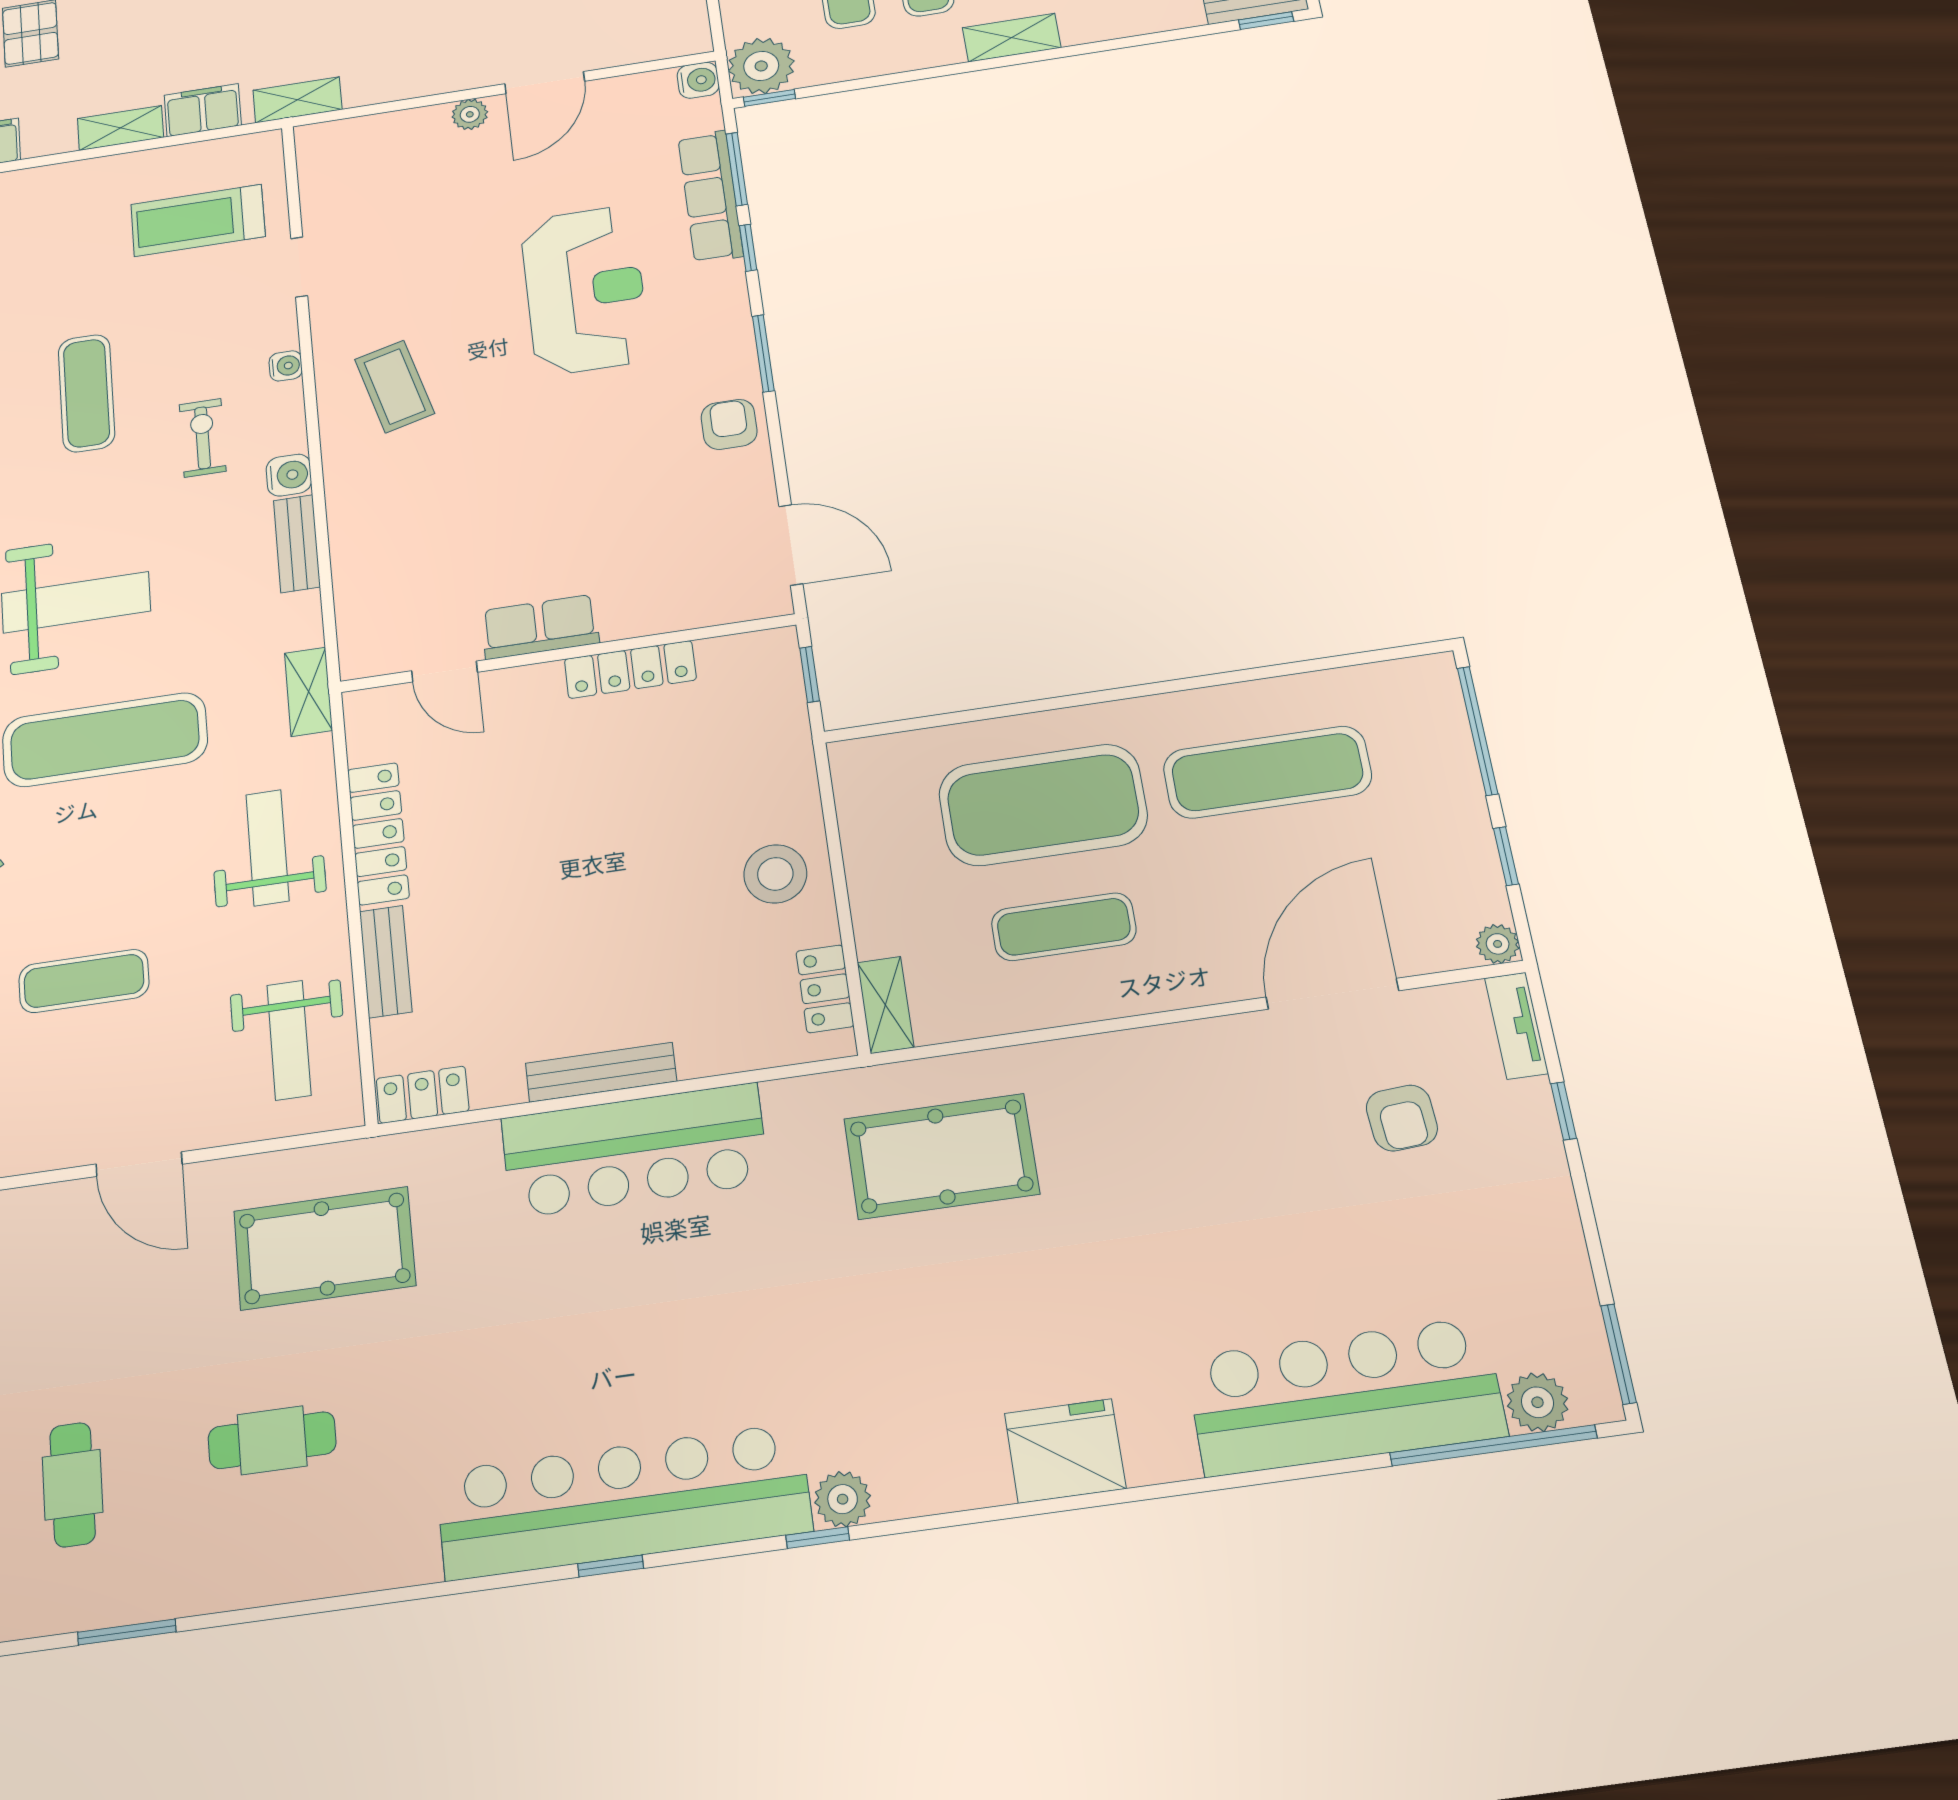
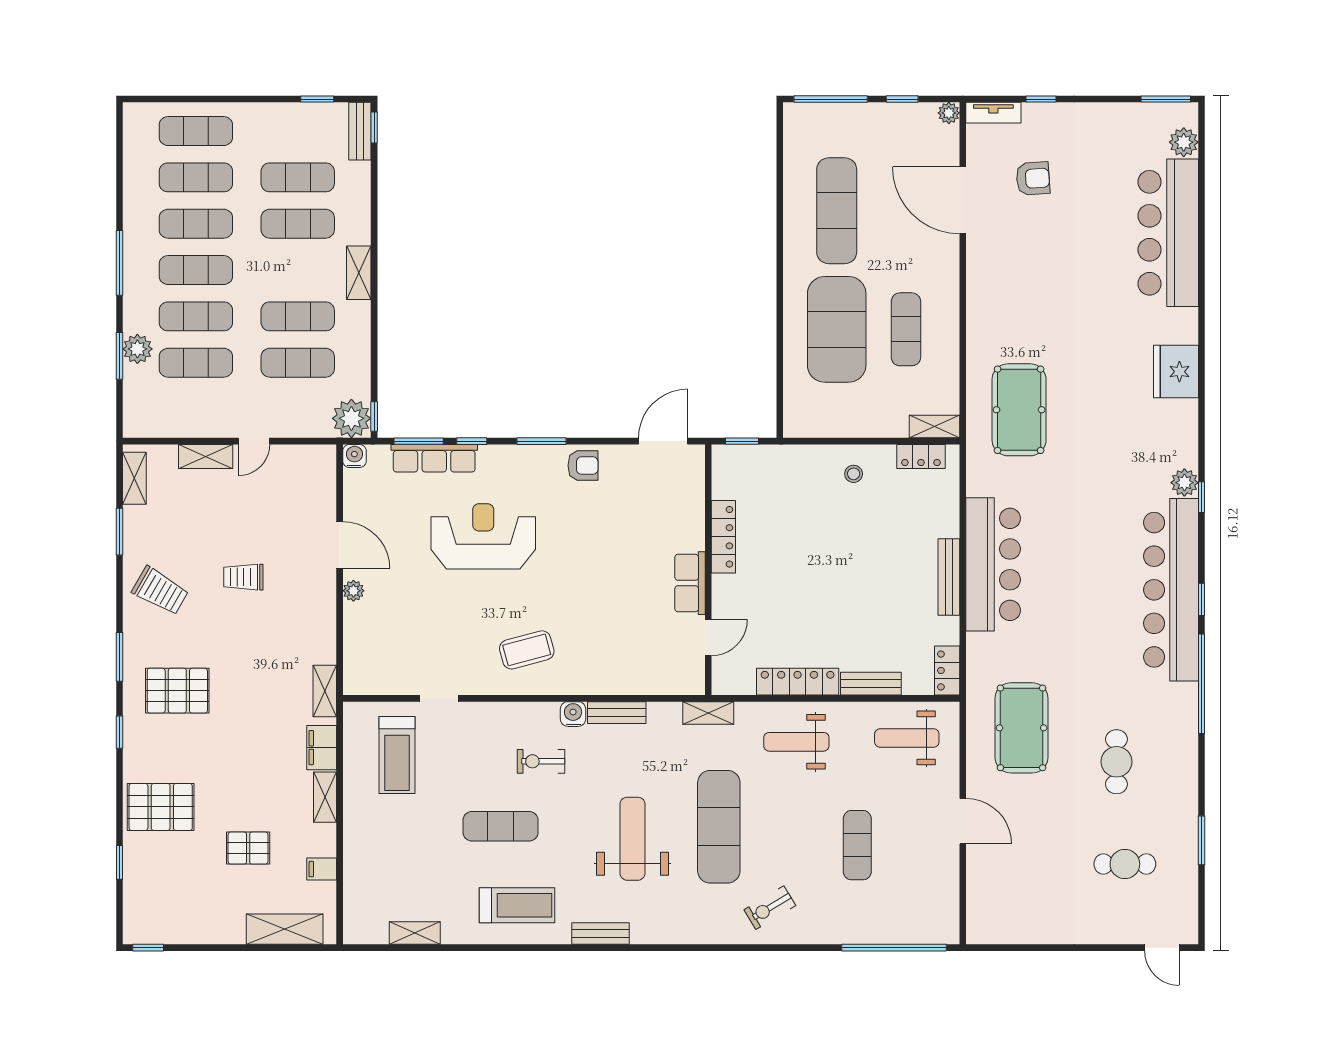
water cooler: (286, 366) -> (503, 711), removed
armchair: (729, 424) -> (583, 466), turned 180
stool: (775, 874) -> (854, 474), width x0.53, depth x0.53
weight bench: (289, 1040) -> (907, 738), turned 180
door: (139, 1164) -> (963, 821), hinge flipped
window: (1493, 1445) -> (1201, 684), moved

